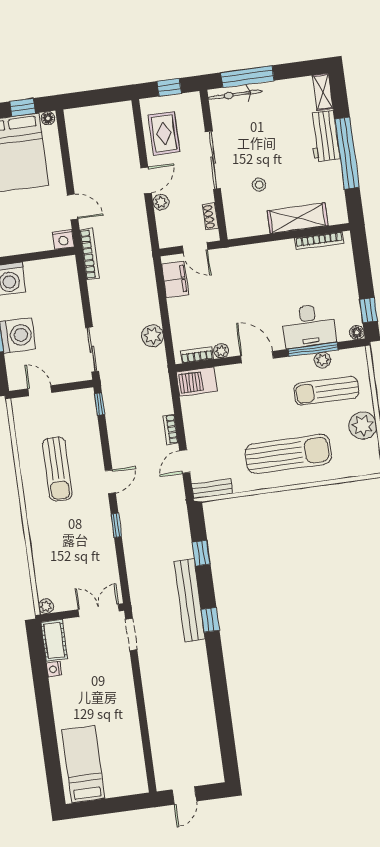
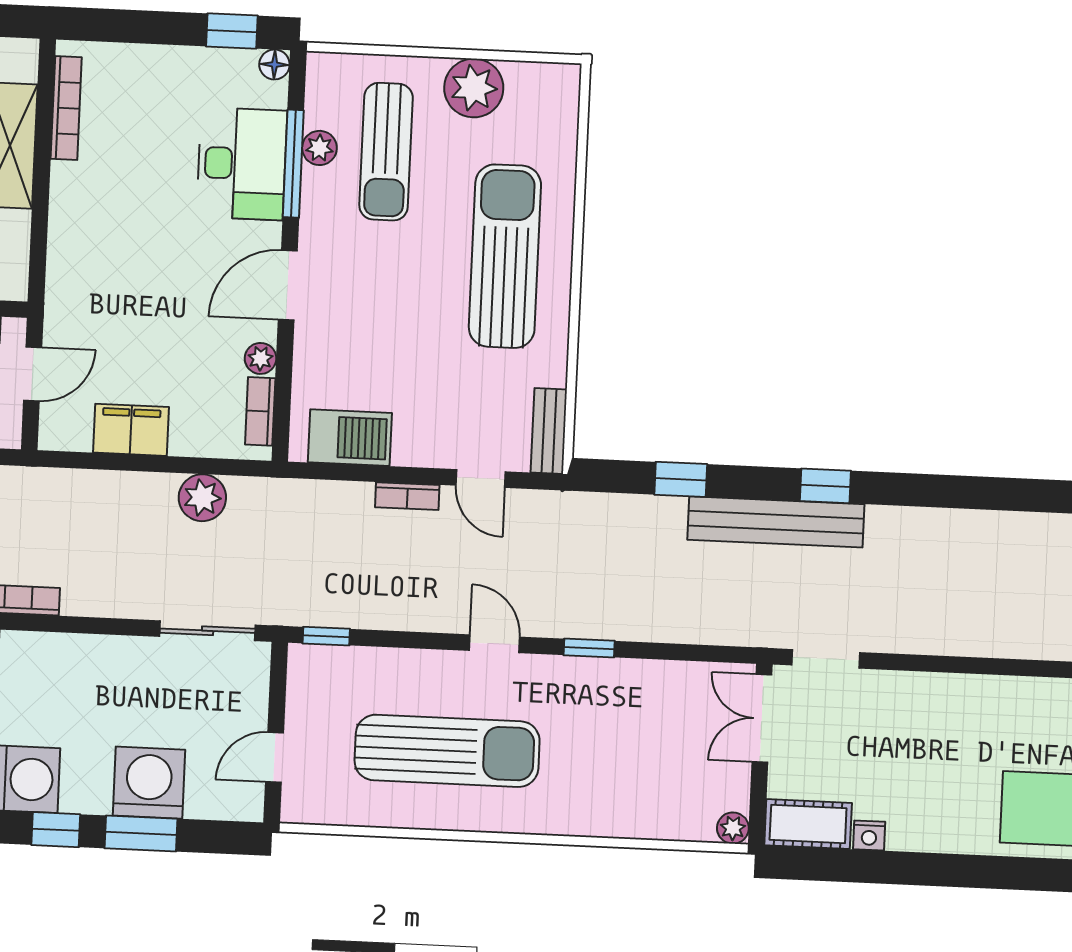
filing cabinet: (175, 279) -> (131, 430), moved
barbecue: (197, 382) -> (350, 438), moved, turned -90
sun lounger: (57, 469) -> (447, 751), width x1.36, depth x1.34

